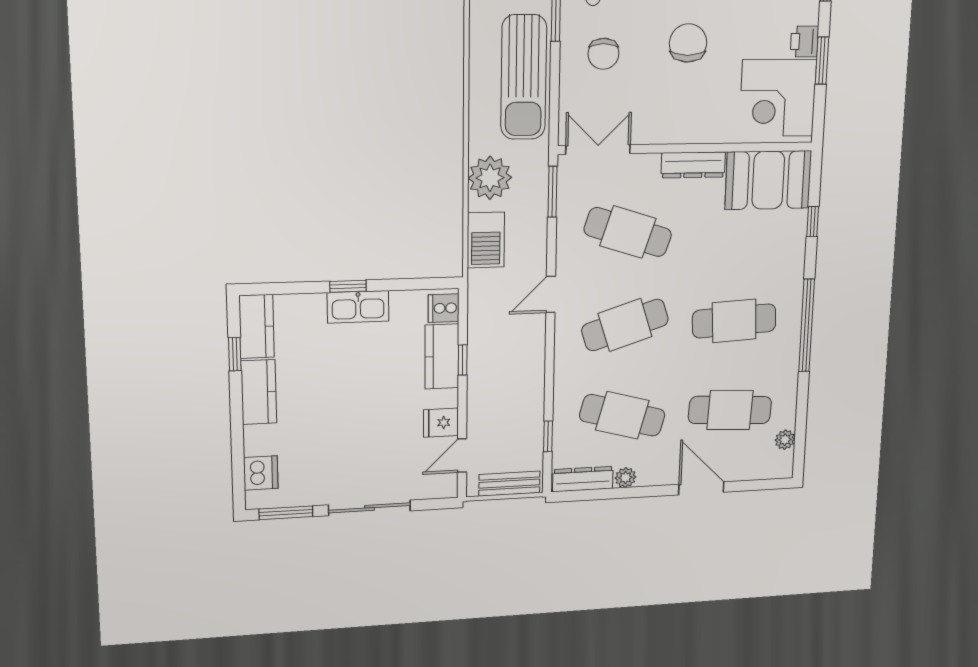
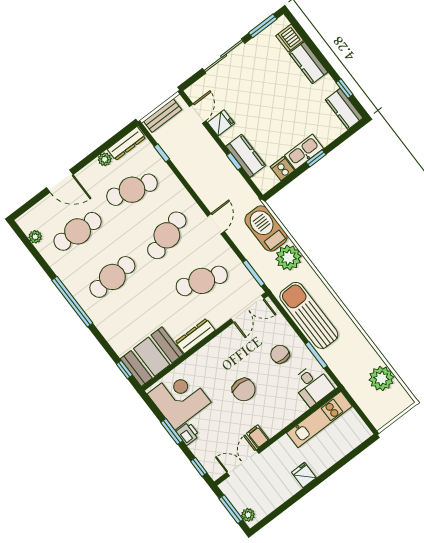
window: (813, 222) -> (124, 370), moved
barbecue: (486, 240) -> (266, 228), width x1.37, depth x1.21
cooker: (444, 308) -> (282, 169), moved, turned -90
kitchen counter: (259, 392) -> (308, 63), moved

